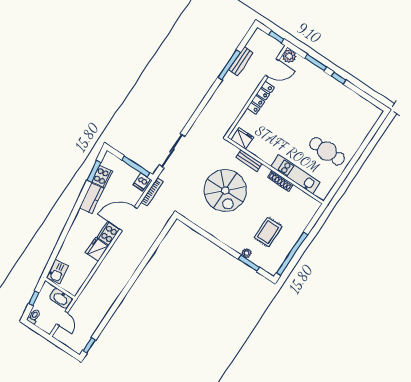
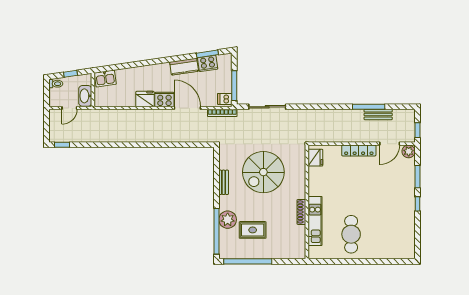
door: (272, 68) -> (390, 144), hinge flipped
bench: (249, 160) -> (224, 182), moved
plant: (246, 253) -> (228, 220), width x1.88, depth x1.88
window: (249, 263) -> (216, 231), width x2.11

